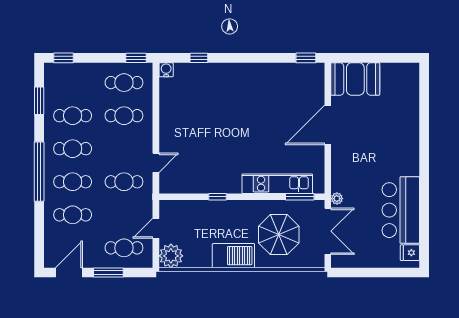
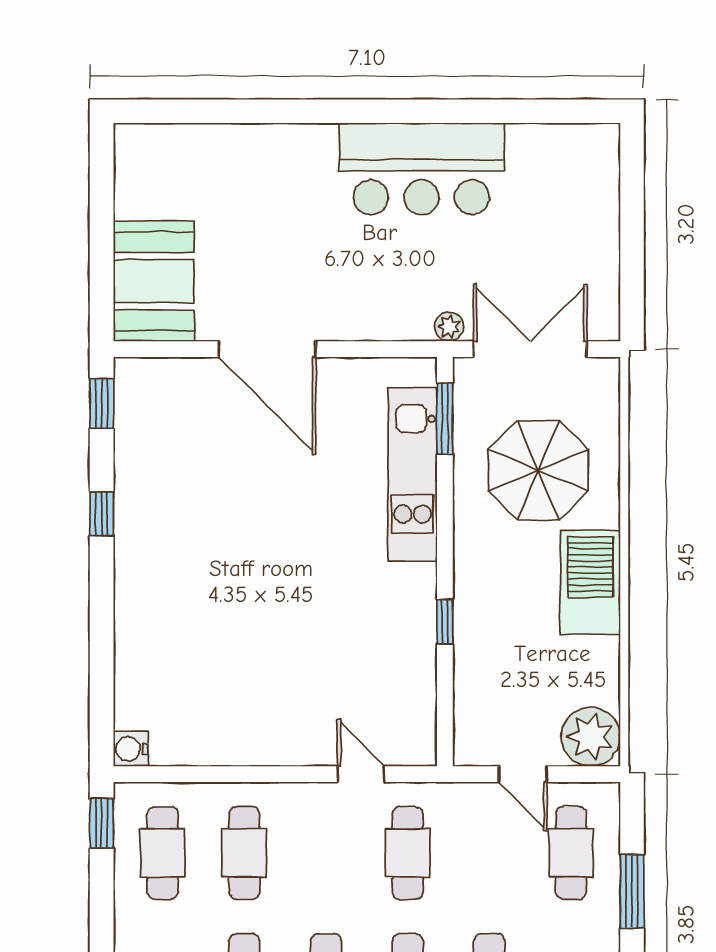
window: (199, 58) -> (102, 514), moved
bar counter: (401, 210) -> (421, 169), moved
fridge: (410, 253) -> (583, 146), removed

